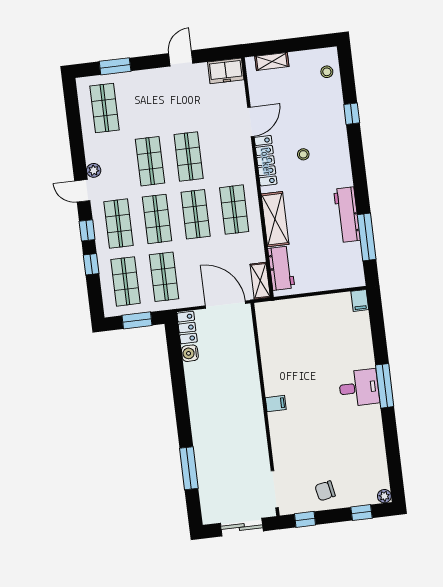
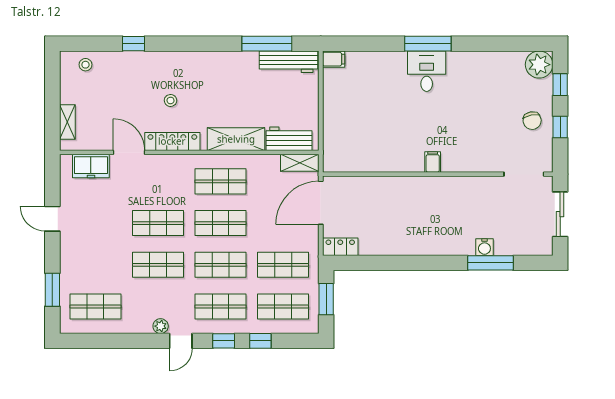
freezer: (226, 71) -> (91, 166), moved, turned 90
workbench: (347, 215) -> (288, 62), moved
water cooler: (190, 353) -> (484, 247), moved
plant: (384, 496) -> (539, 65), width x1.87, depth x1.87
window: (305, 519) -> (560, 127), moved

